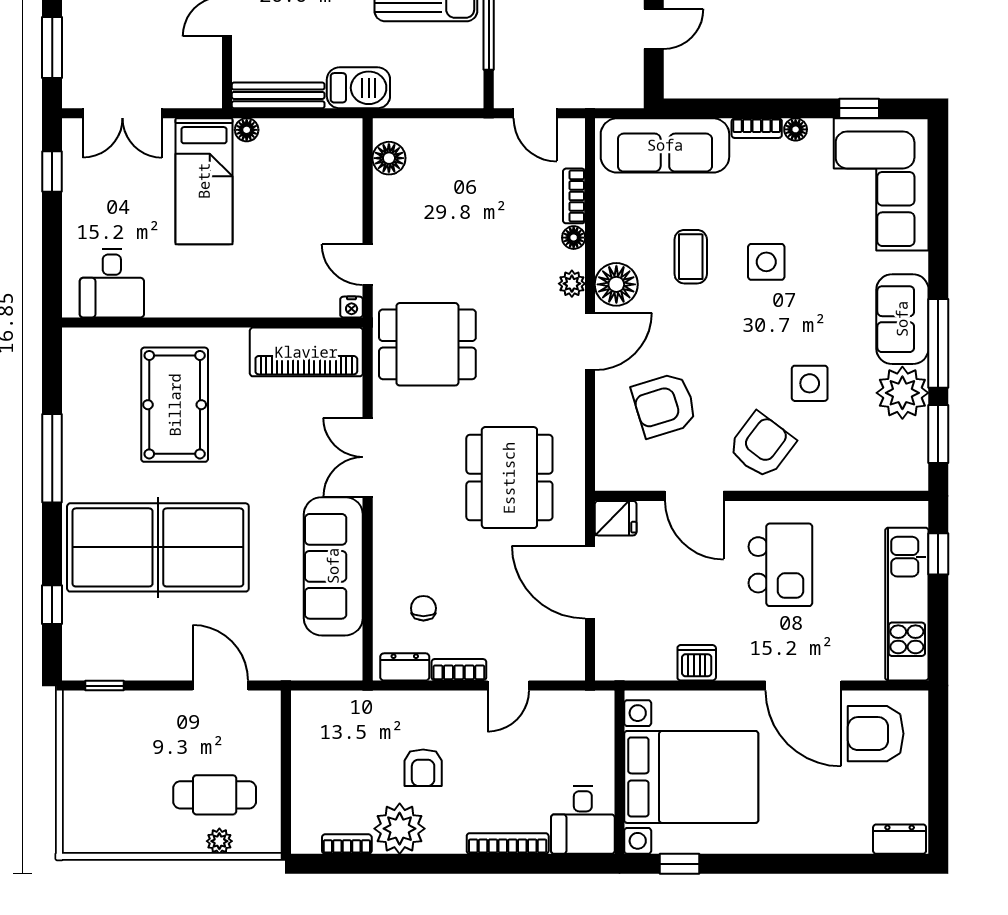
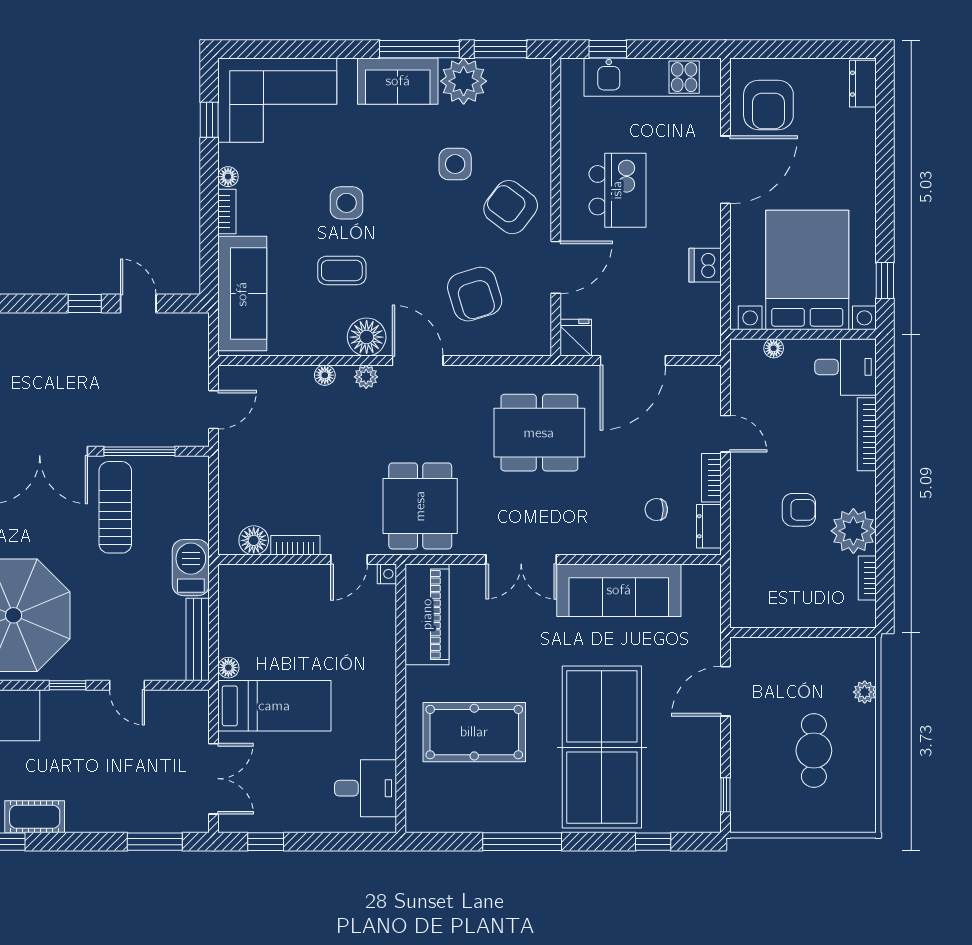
bookcase: (574, 196) -> (295, 545), moved, turned 180
kitchen island: (780, 565) -> (617, 190), turned 90
floor lamp: (604, 739) -> (774, 348), added
cafe table: (215, 795) -> (814, 751), moved

